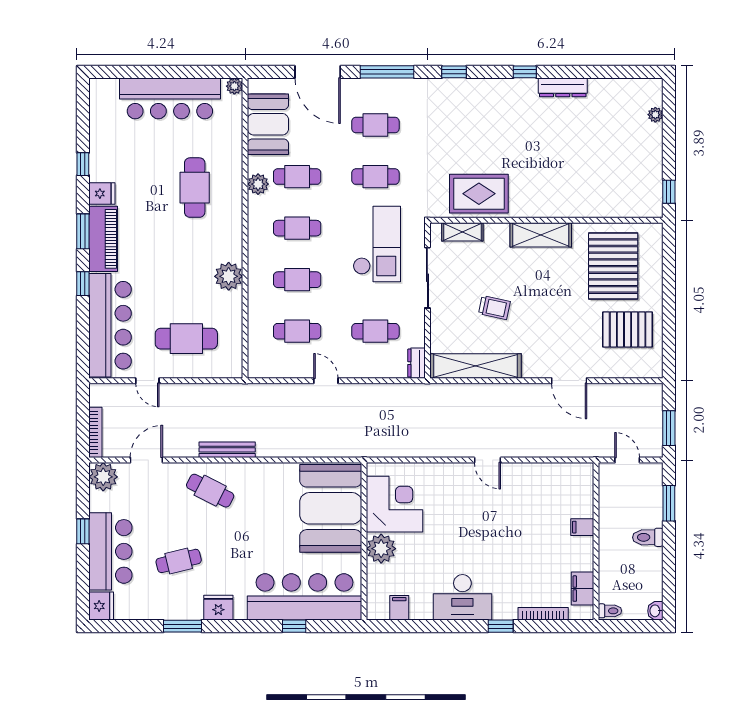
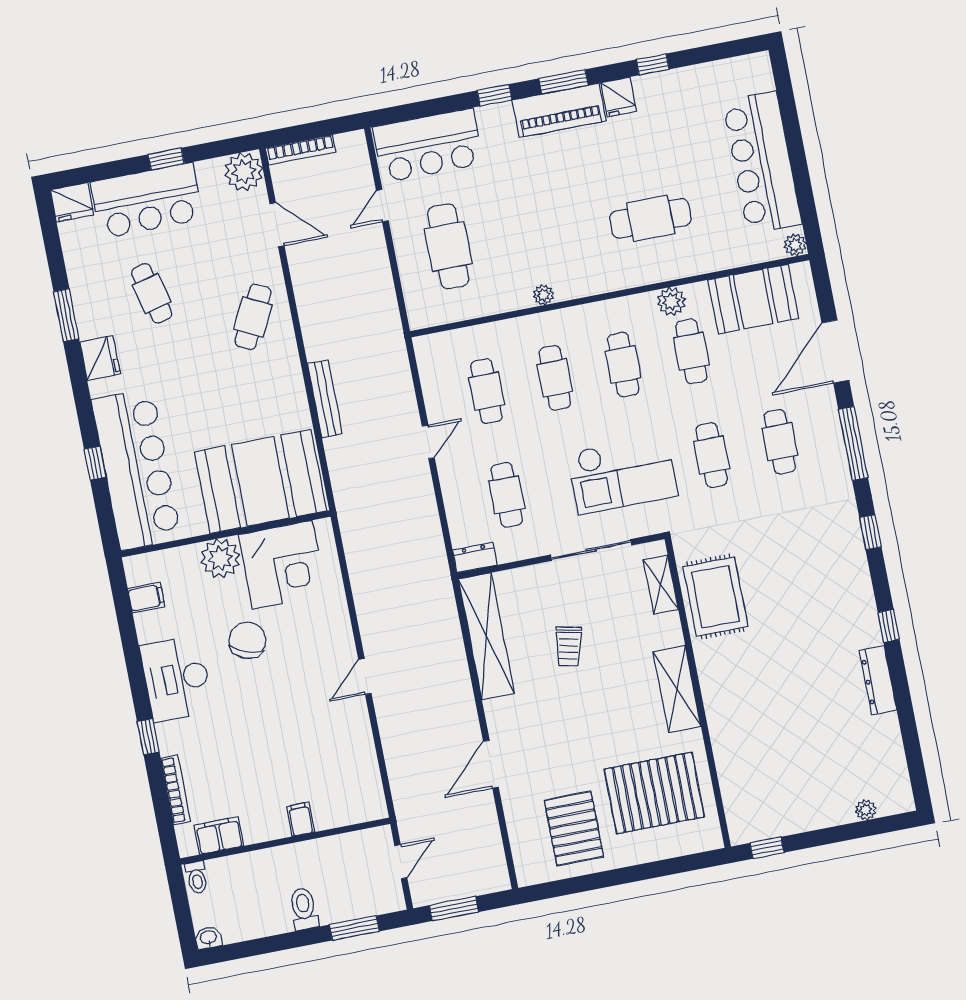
plant: (229, 276) -> (543, 295), width x0.53, depth x0.53
bar counter: (110, 325) -> (428, 145), width x0.73
bench: (227, 450) -> (325, 399), moved
chair: (445, 540) -> (247, 640), added

